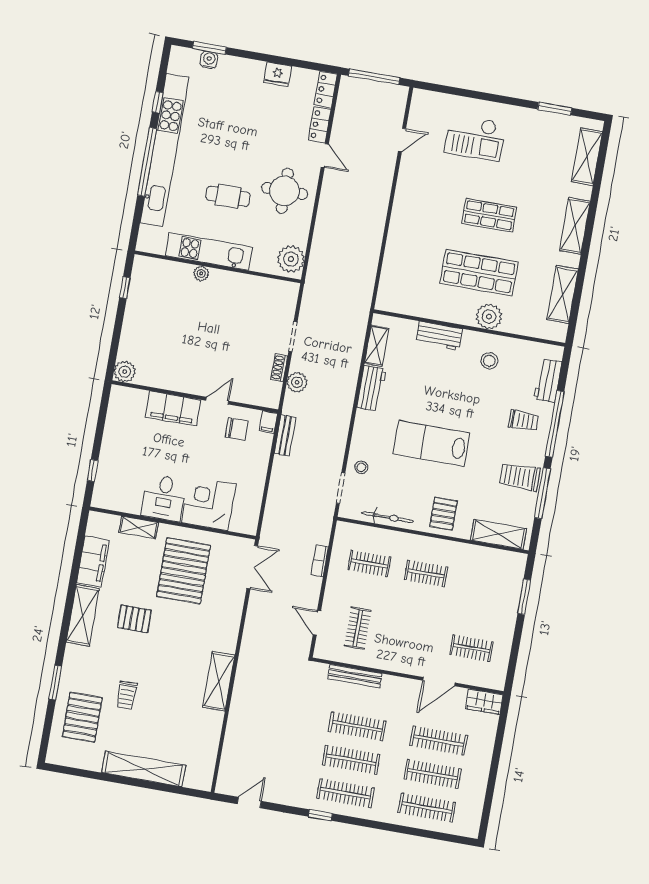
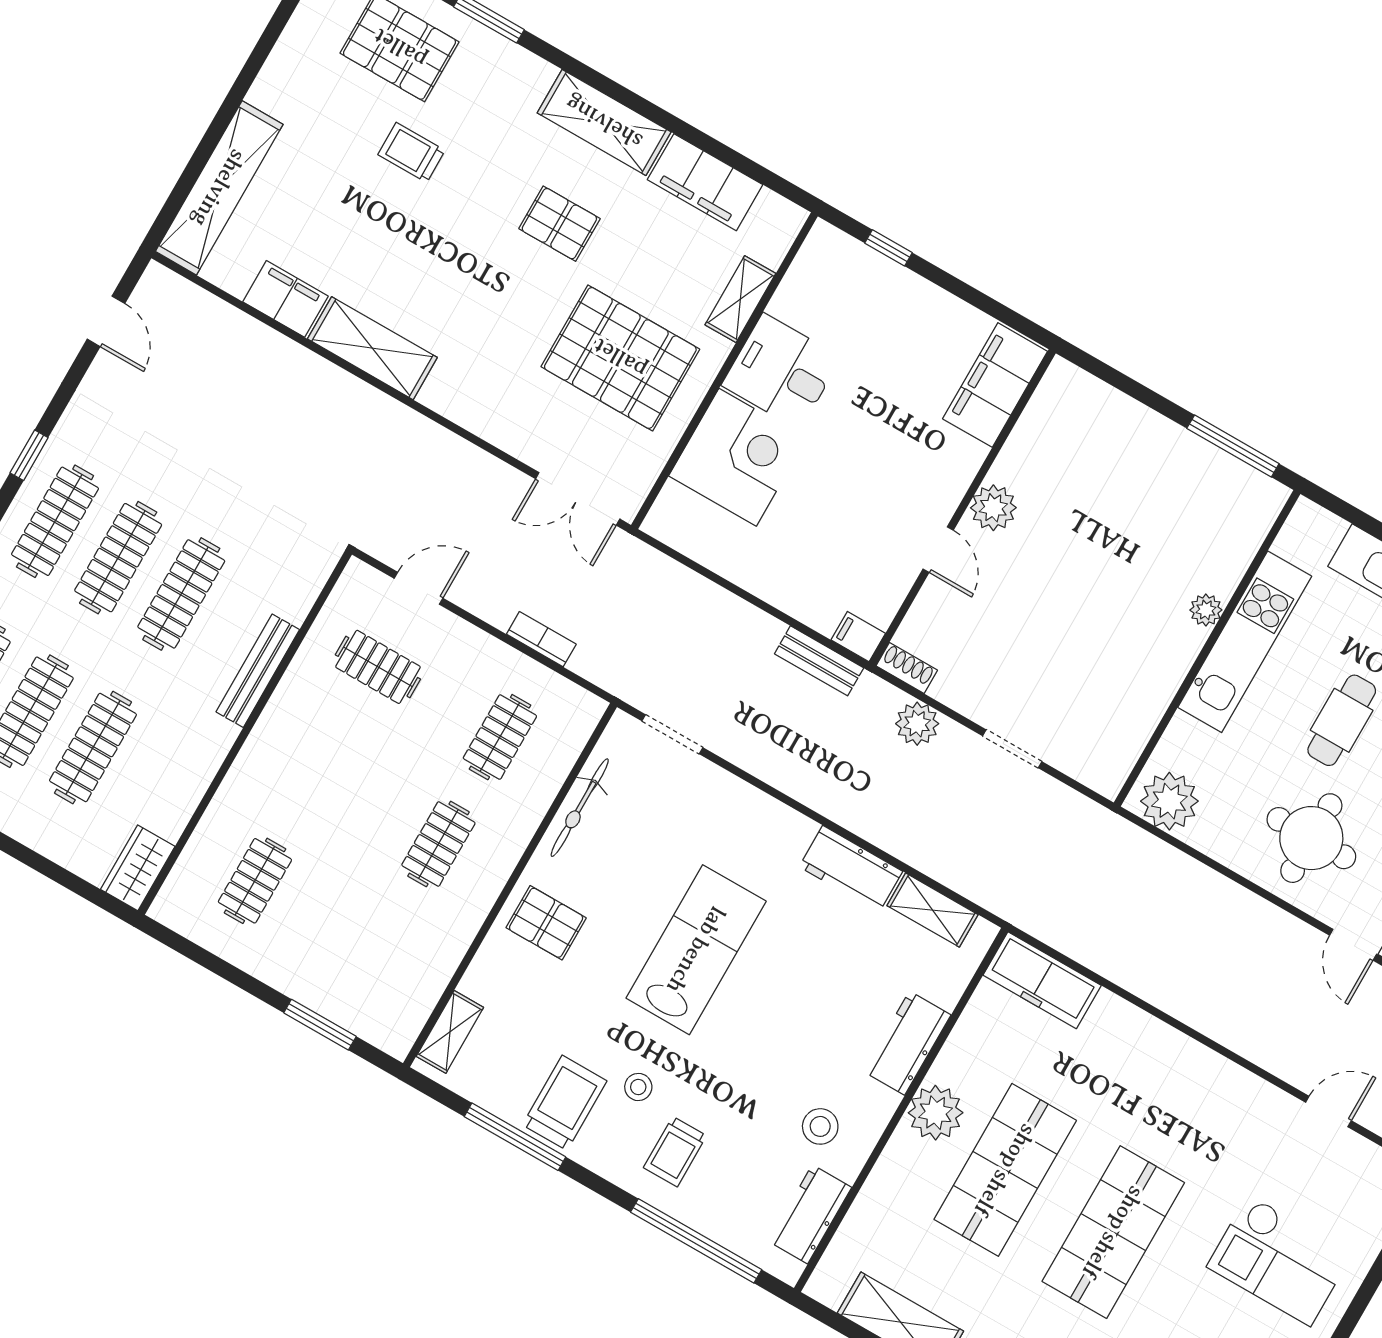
checkout: (475, 138) -> (1279, 1260), turned -90
door: (402, 140) -> (1328, 1112), swing flipped
door: (325, 156) -> (1353, 945), hinge flipped
shop shelf: (489, 215) -> (1113, 1232), width x1.43, depth x1.36
freezer: (390, 287) -> (1042, 980), added
window: (125, 288) -> (1233, 446), width x2.17
plant: (489, 317) -> (936, 1113), moved
shoe rack: (279, 368) -> (907, 668), moved
plant: (125, 372) -> (993, 508), moved
workbench: (548, 381) -> (810, 1214), moved, turned -90
filing cabinet: (173, 408) -> (995, 385), moved
window: (555, 424) -> (696, 1241), moved
chair: (237, 429) -> (867, 568), removed
stool: (361, 467) -> (638, 1087), moved
shelving: (498, 534) -> (450, 1032), width x0.67, depth x0.75
pallet: (134, 619) -> (559, 224), turned 90
bench: (355, 676) -> (258, 671), moved
door: (439, 682) -> (211, 791), removed
filing cabinet: (211, 727) -> (286, 299), added
shelving: (144, 769) -> (219, 188), moved

